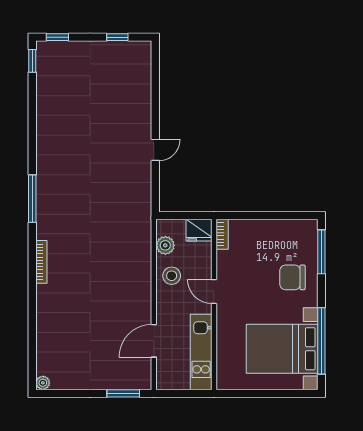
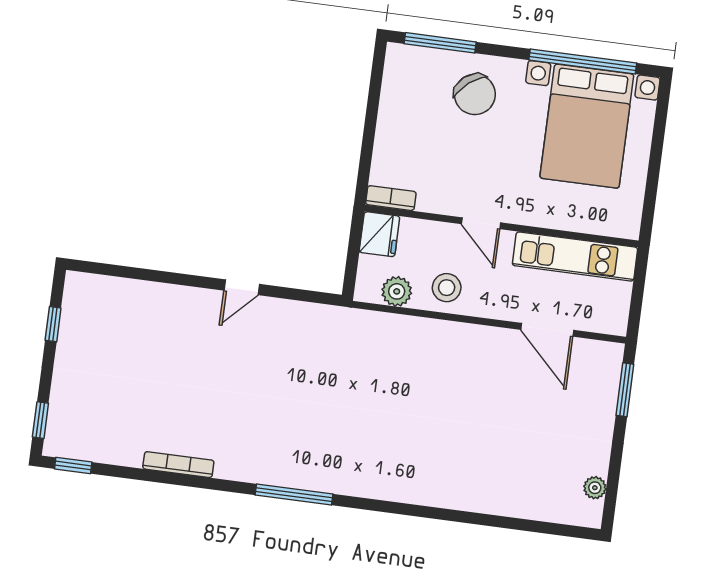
door: (155, 150) -> (242, 287), swing flipped
bookcase: (41, 262) -> (178, 465), moved
chair: (292, 277) -> (475, 94), turned -39
door: (214, 292) -> (481, 223), hinge flipped
plant: (43, 383) -> (595, 488), moved

